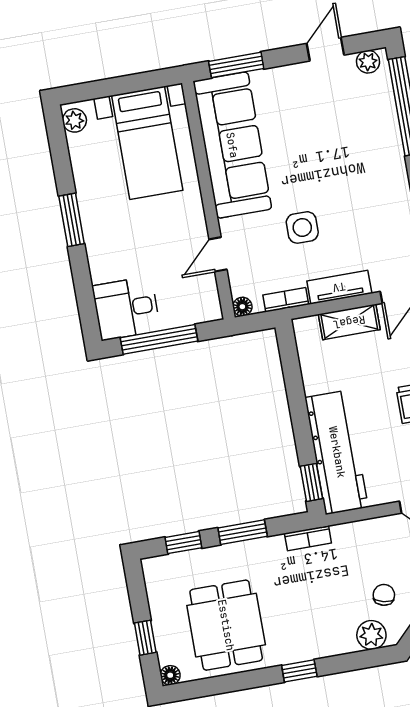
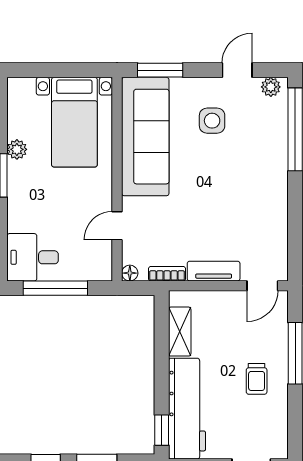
plant: (74, 120) -> (17, 149), moved
side table: (302, 227) -> (212, 121), moved
shelving: (349, 322) -> (180, 332), moved, turned 90

